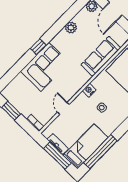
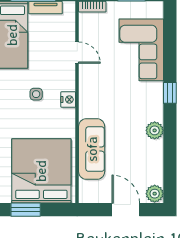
plant: (71, 28) -> (155, 130), moved
corner sofa: (45, 67) -> (141, 50), moved

